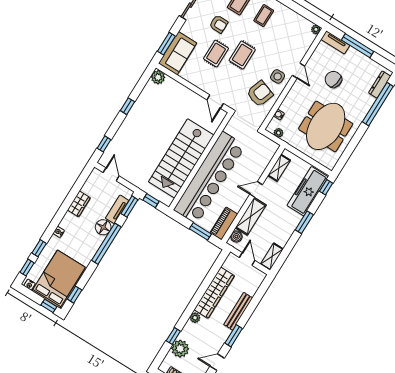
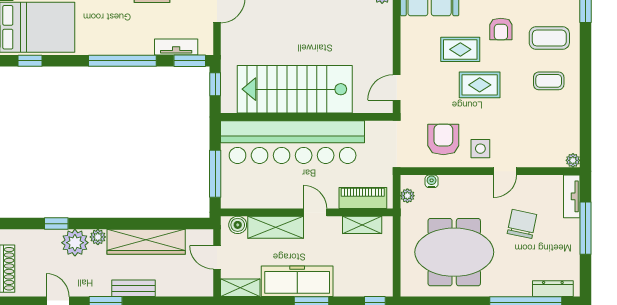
armchair: (260, 94) -> (443, 139), turned -109
freezer: (308, 191) -> (297, 281), moved
piano: (224, 223) -> (363, 198), moved
floor lamp: (103, 227) -> (141, 43), removed
window: (200, 231) -> (215, 174), width x1.44
door: (247, 259) -> (217, 257), swing flipped
bench: (238, 311) -> (134, 288), width x0.73
plant: (180, 349) -> (75, 243), moved

